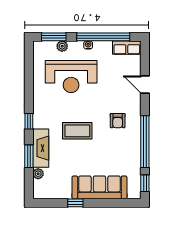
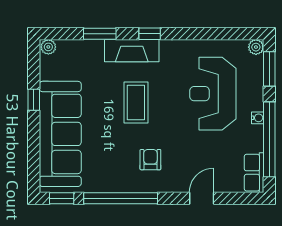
plant: (62, 46) -> (256, 47), moved
armchair: (118, 121) -> (150, 160), turned 90
fireplace: (41, 148) -> (132, 51), moved
plant: (38, 174) -> (48, 47), moved
sofa: (99, 187) -> (60, 134), width x1.36, depth x1.27

